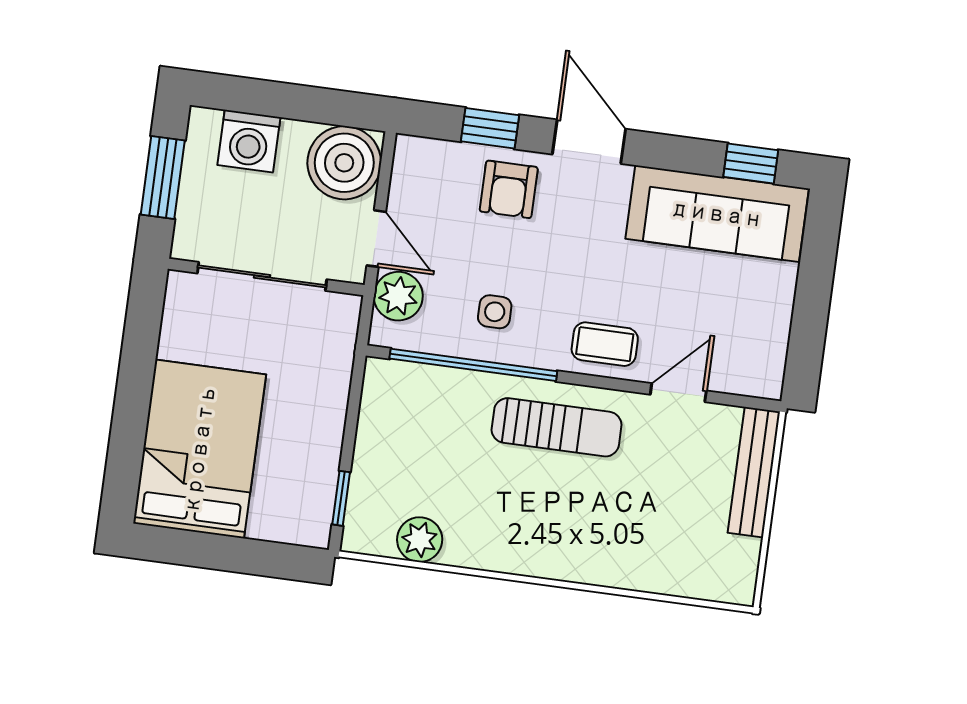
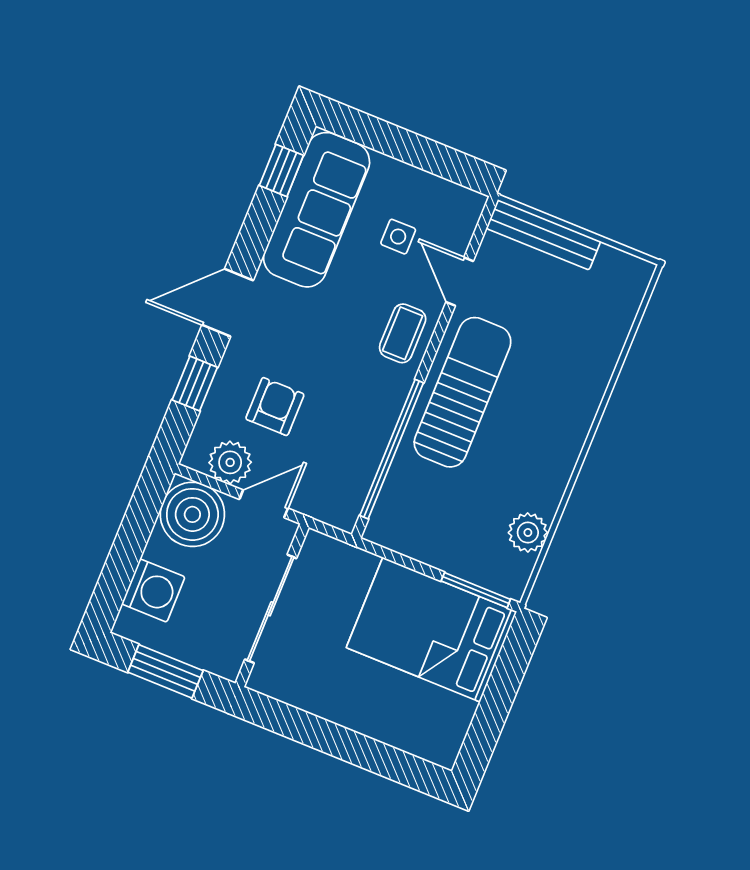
armchair: (509, 189) -> (275, 407), moved, turned -90
plant: (398, 296) -> (230, 462), moved
side table: (495, 312) -> (398, 237), moved
sun lounger: (557, 427) -> (462, 392), width x1.36, depth x1.34
bed: (200, 449) -> (432, 630), moved
window: (341, 498) -> (476, 590), width x1.50

